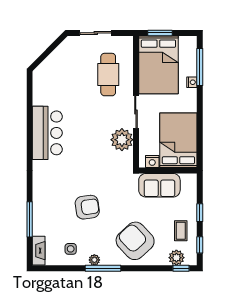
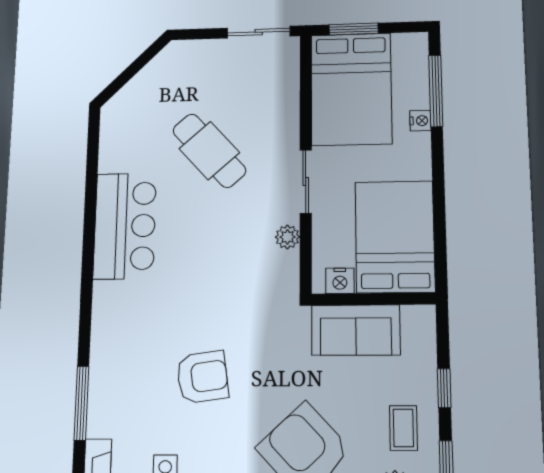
sliding door: (96, 33) -> (259, 32), moved
cafe table: (108, 75) -> (209, 151), moved, turned -42
plant: (122, 140) -> (287, 237), width x0.53, depth x0.53

